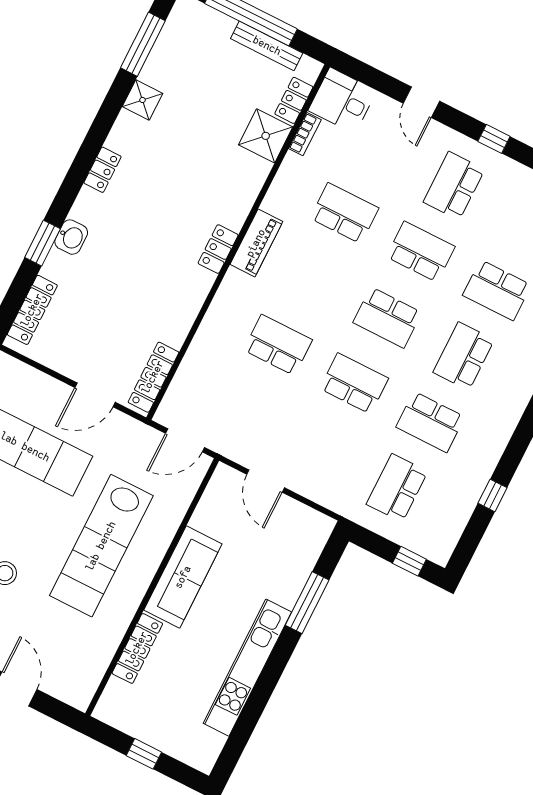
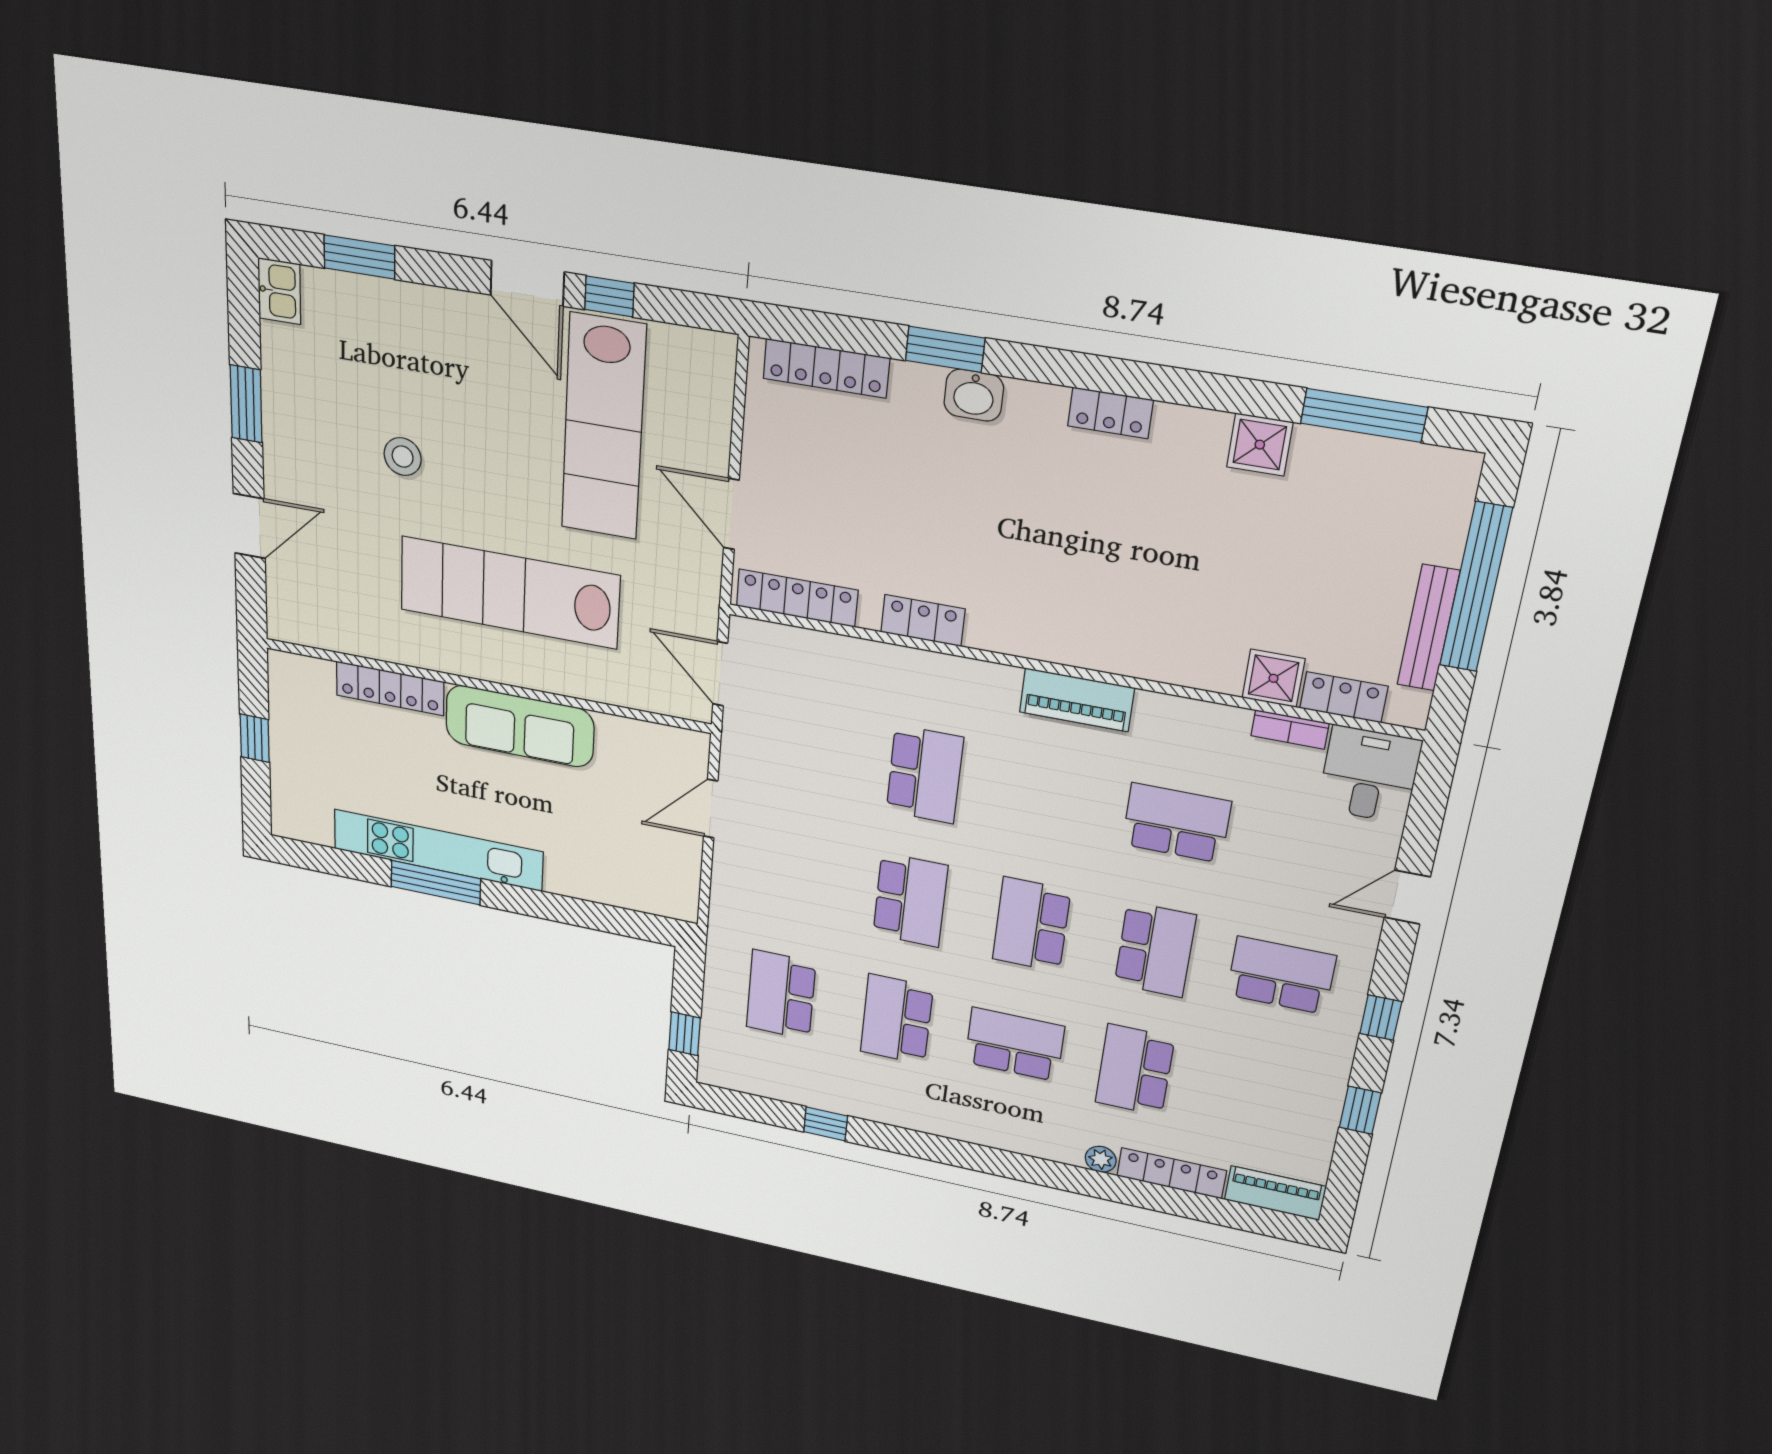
shower: (266, 136) -> (1273, 678), width x0.73, depth x0.73
school desk: (344, 213) -> (1176, 823), turned -90
locker: (218, 249) -> (923, 621), moved
school desk: (397, 488) -> (781, 995), turned -90
window: (307, 603) -> (436, 883), moved

